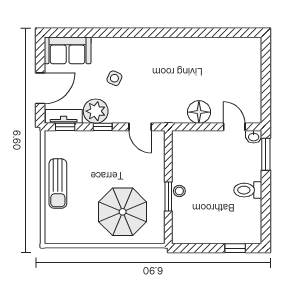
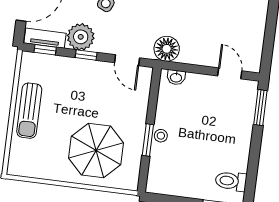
floor lamp: (199, 112) -> (167, 49), moved
washbasin: (254, 137) -> (176, 77), moved
toilet: (248, 190) -> (231, 181), moved

